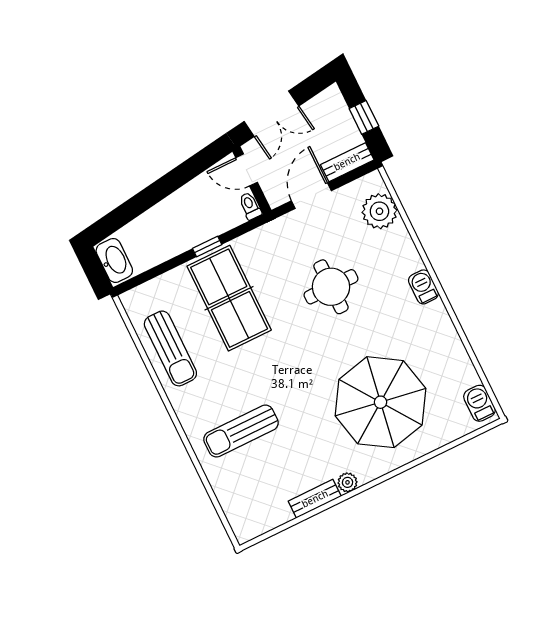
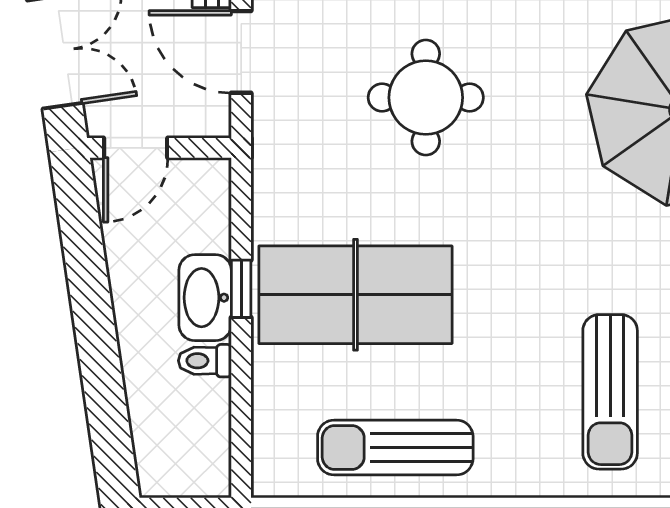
toilet: (250, 206) -> (205, 361), moved
washbasin: (114, 260) -> (205, 298), moved, turned -90
sun lounger: (170, 348) -> (395, 448), turned 180

